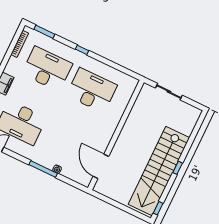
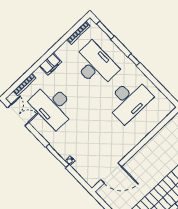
desk: (92, 90) -> (129, 100), turned 90
door: (101, 166) -> (111, 173), swing flipped

